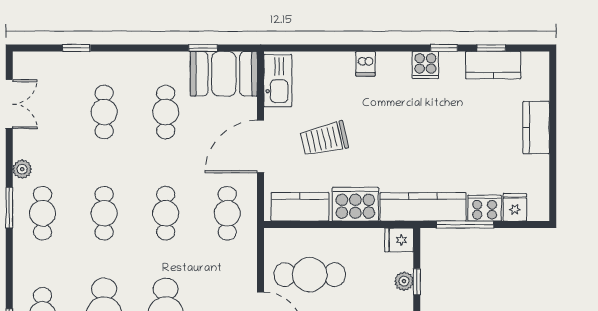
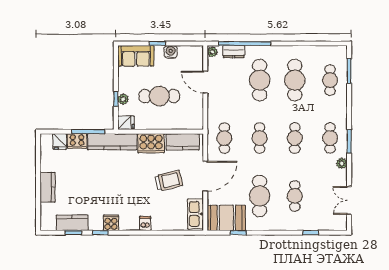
cafe table: (166, 112) -> (260, 196), width x1.37, depth x1.35
cafe table: (310, 275) -> (159, 96), moved

